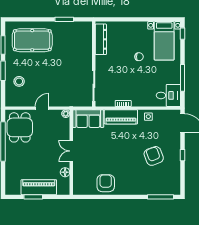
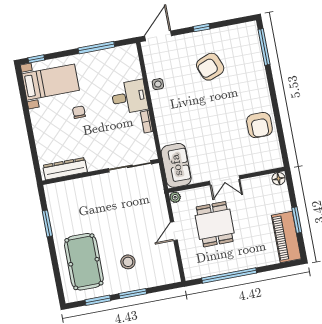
stool: (19, 81) -> (128, 262), moved
desk: (168, 95) -> (129, 97), moved, turned 90
door: (42, 108) -> (174, 231), hinge flipped
piano: (121, 117) -> (165, 121), removed
dining table: (20, 127) -> (215, 224), moved, turned 90
floor lamp: (65, 172) -> (279, 179), moved
armchair: (106, 183) -> (259, 125), turned -90
piano: (39, 187) -> (286, 237), moved

